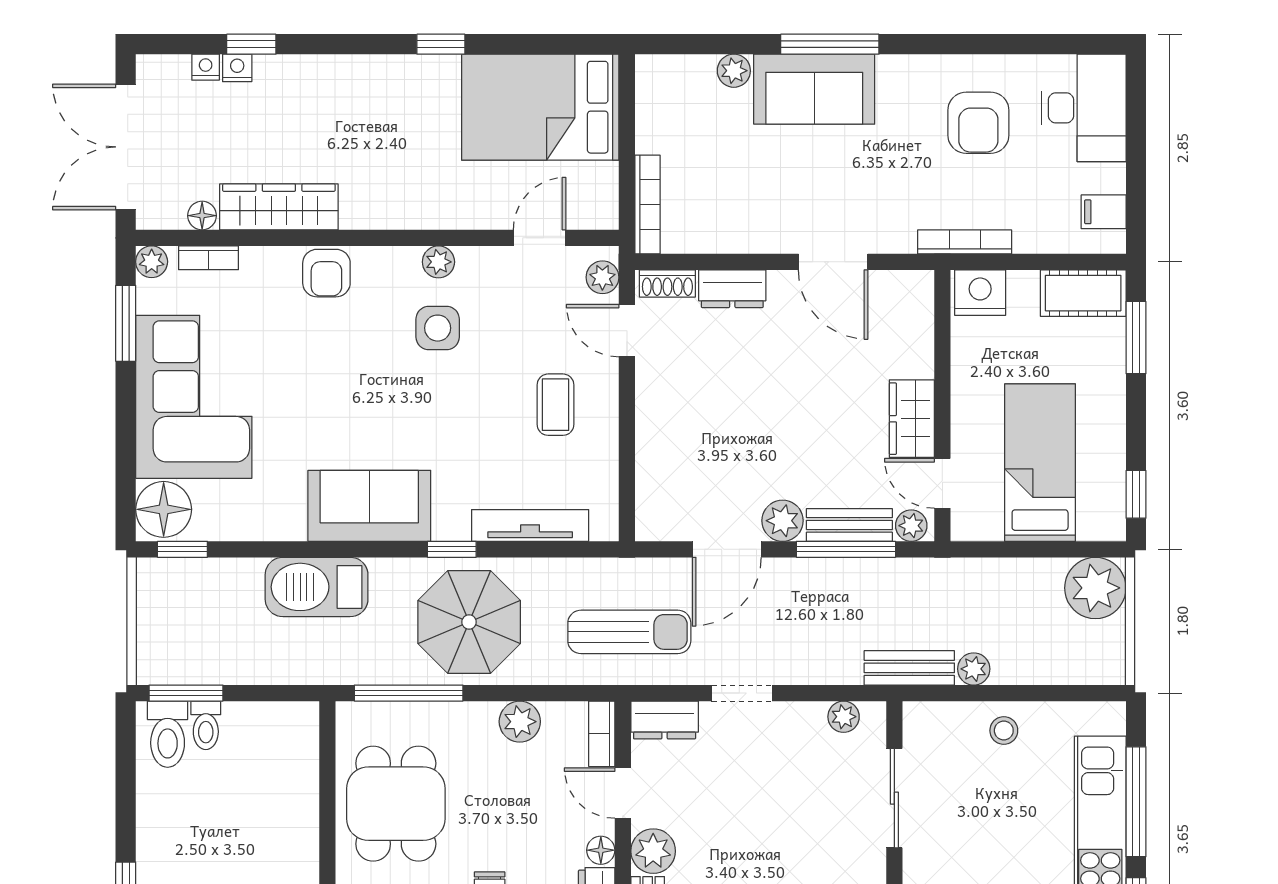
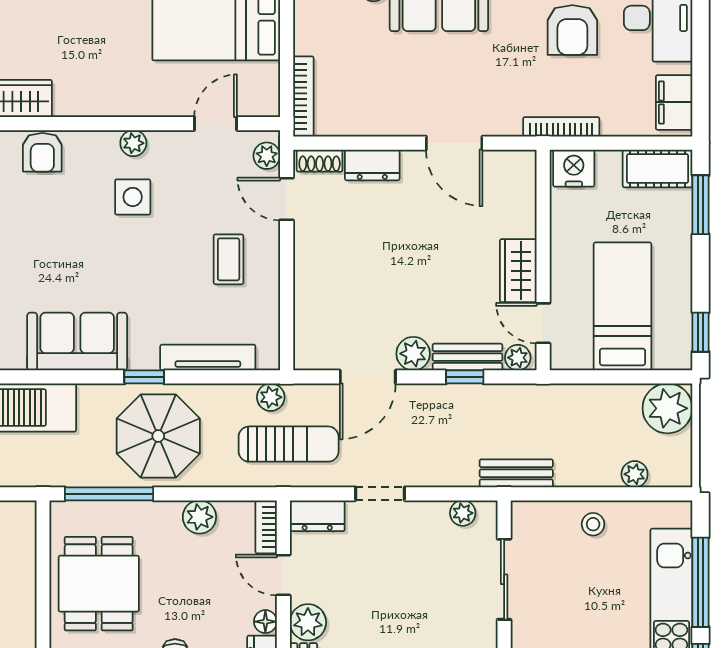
filing cabinet: (1104, 212) -> (674, 102), width x2.00
window: (846, 549) -> (465, 377), width x0.46
plant: (607, 574) -> (271, 397), added
plant: (974, 669) -> (635, 474), moved

